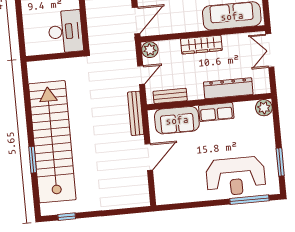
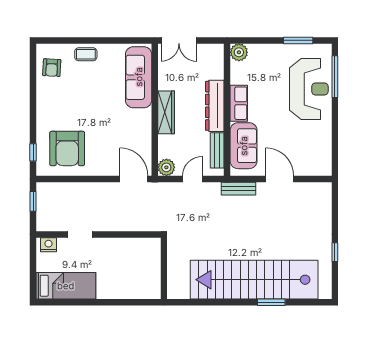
desk: (65, 31) -> (139, 255), removed
door: (141, 75) -> (192, 179), hinge flipped
dresser: (228, 88) -> (215, 106), moved
bench: (136, 113) -> (239, 189), width x0.73
window: (67, 217) -> (335, 252), moved

